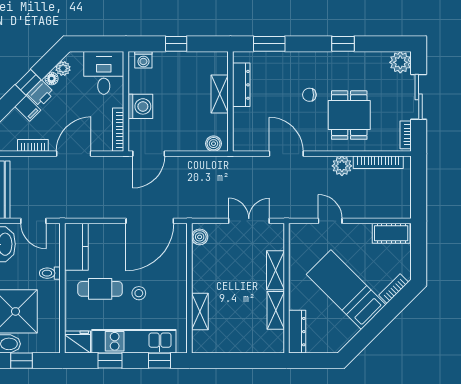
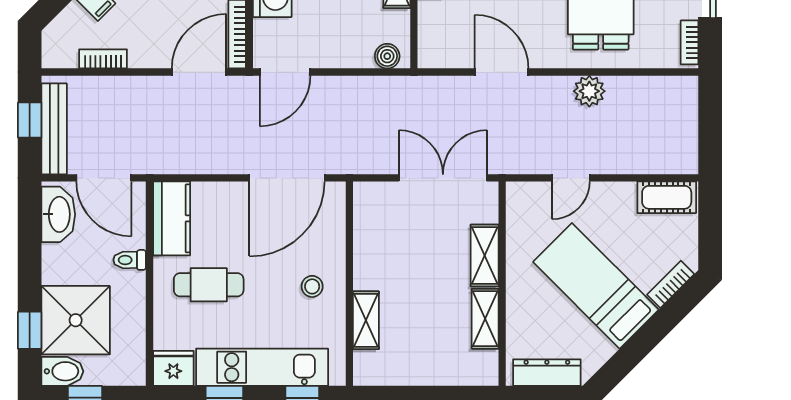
door: (74, 154) -> (199, 72), moved
bookcase: (378, 162) -> (646, 86), removed
door: (33, 221) -> (104, 178), width x1.38
double door: (249, 221) -> (443, 178), width x1.37
door: (330, 221) -> (571, 178), swing flipped
boiler: (200, 237) -> (365, 203), removed
stool: (139, 293) -> (312, 286), moved
dresser: (297, 332) -> (547, 373), moved, turned -90

